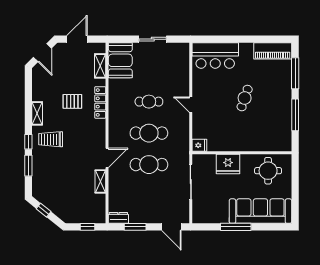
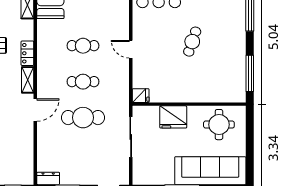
locker: (100, 102) -> (27, 53), width x0.66
window: (295, 115) -> (250, 73), moved
cafe table: (149, 133) -> (83, 82), width x0.73, depth x0.74
shelving: (100, 181) -> (28, 80), moved

